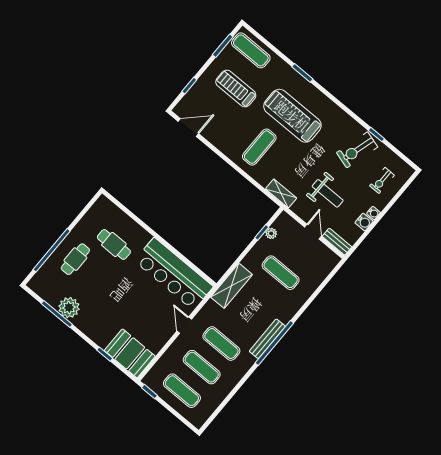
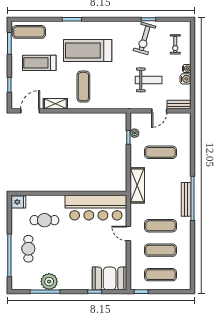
shelving: (281, 193) -> (55, 104), moved
fridge: (103, 206) -> (18, 202), added
door: (313, 232) -> (159, 111), swing flipped

